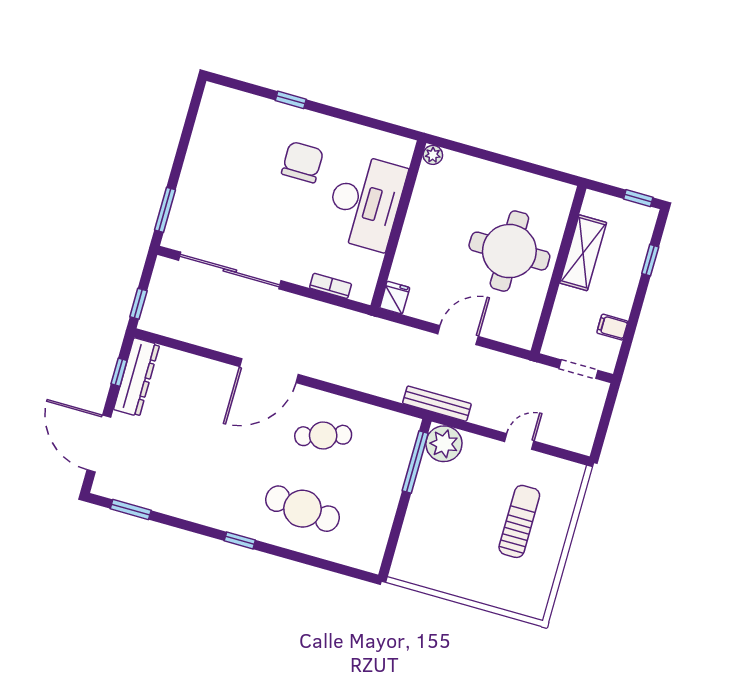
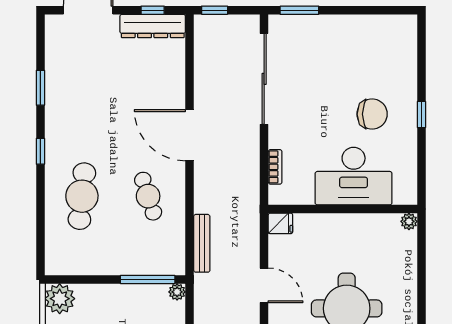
window: (291, 100) -> (421, 114), moved
bench: (437, 404) -> (202, 243), moved
plant: (444, 444) -> (177, 292), width x0.53, depth x0.53
window: (131, 510) -> (40, 88), moved
plant: (409, 565) -> (60, 299), added

